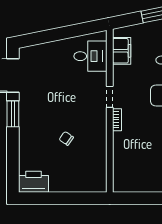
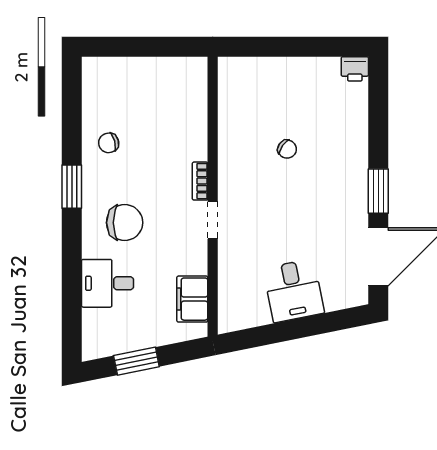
desk: (90, 56) -> (294, 291), moved, turned -101
printer: (34, 182) -> (355, 69), width x0.53, depth x0.68

